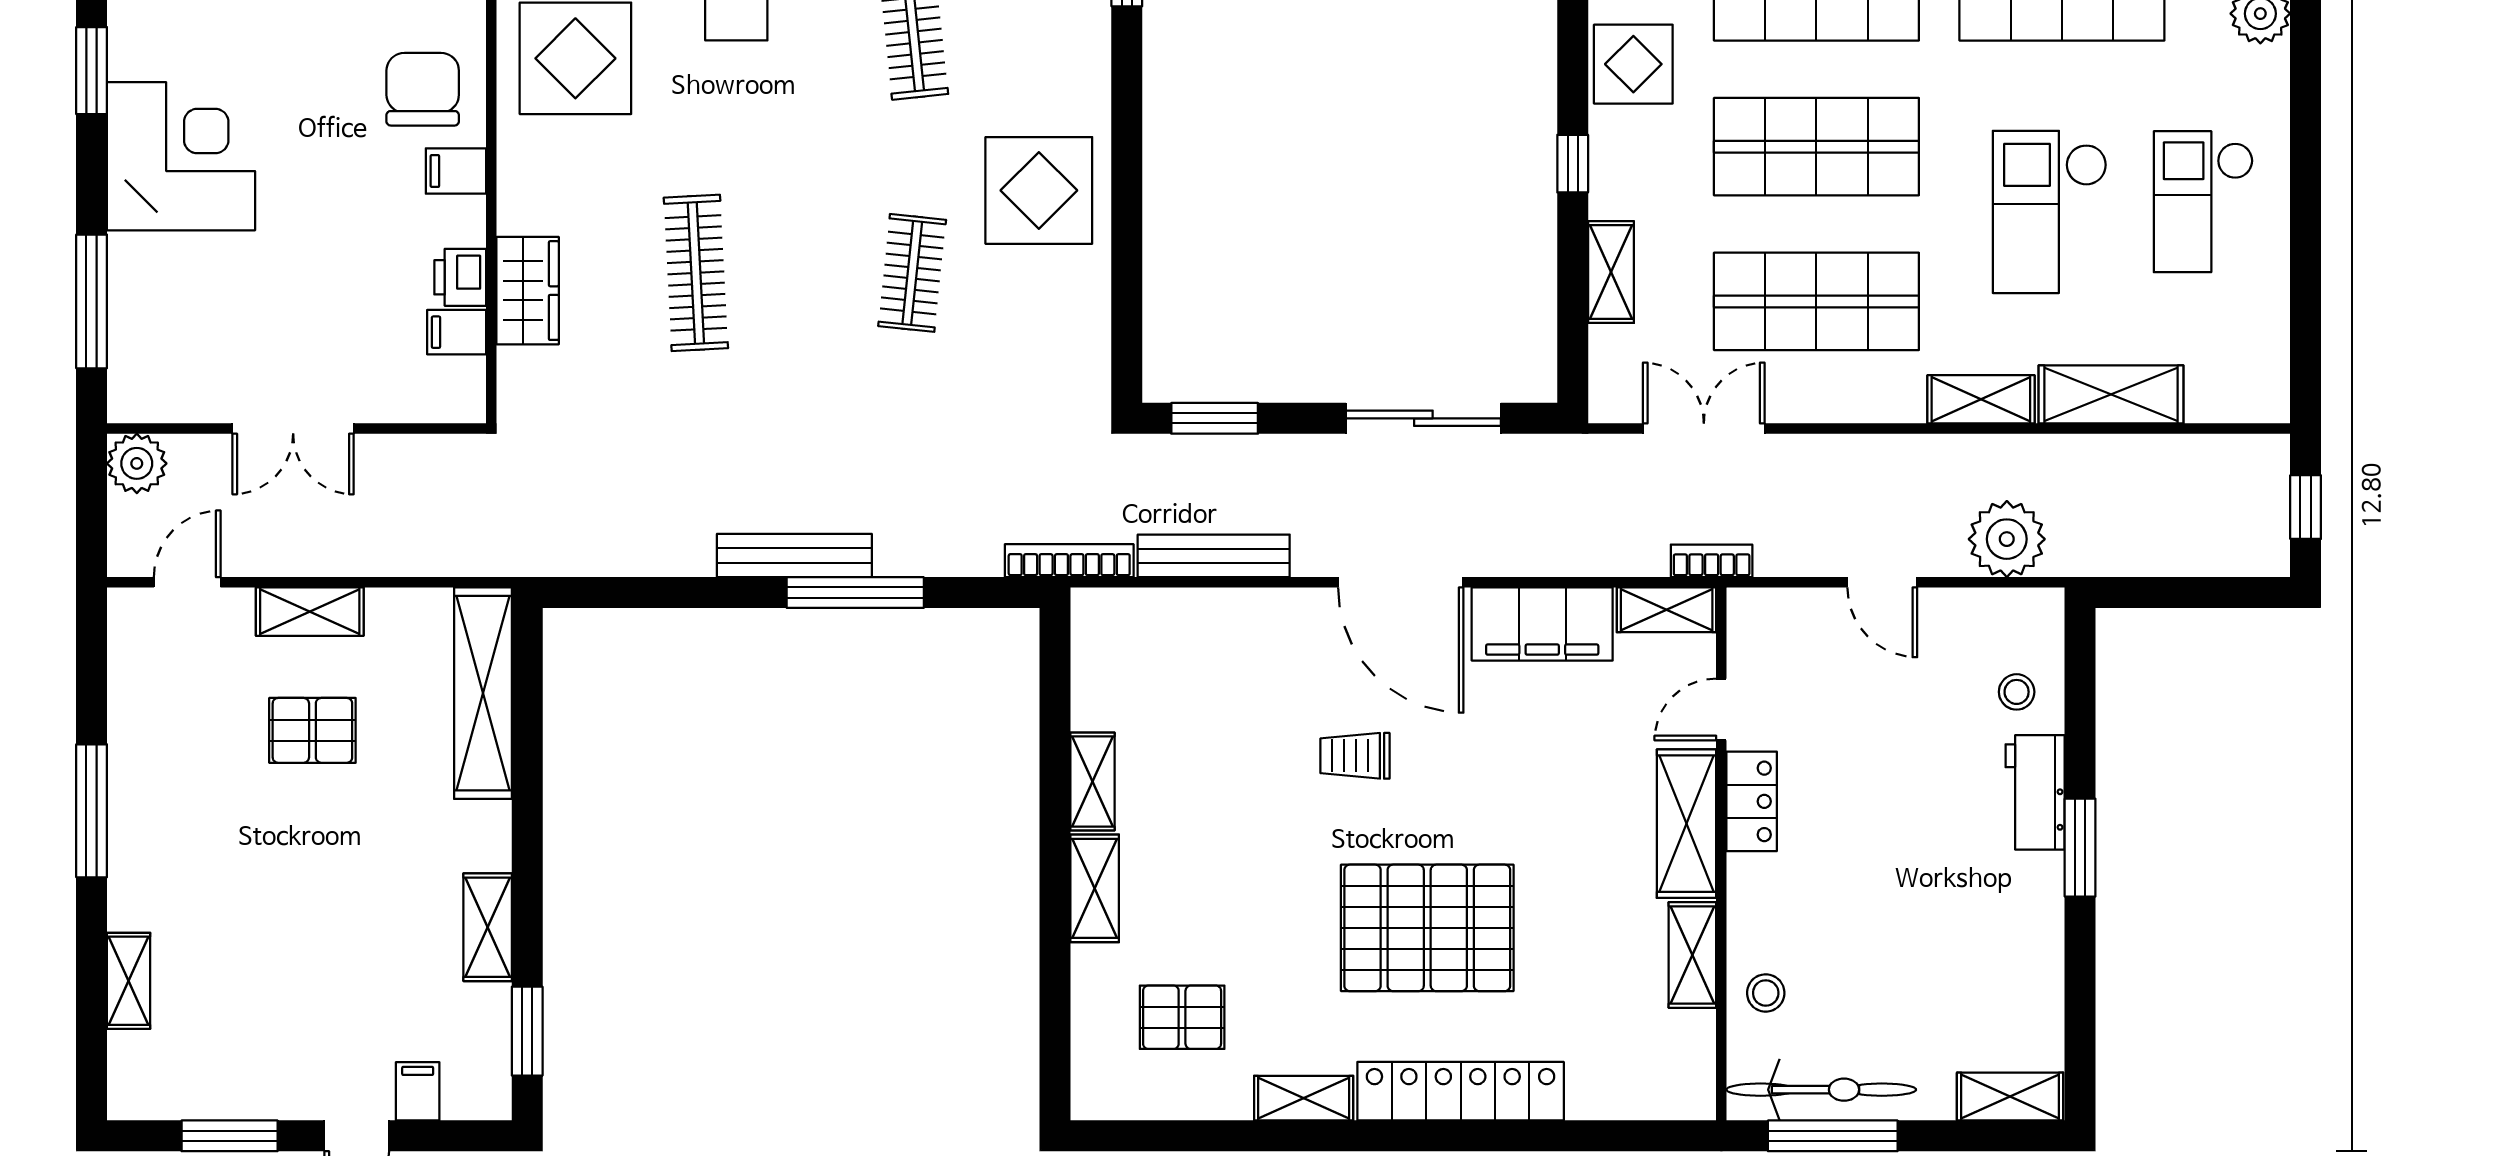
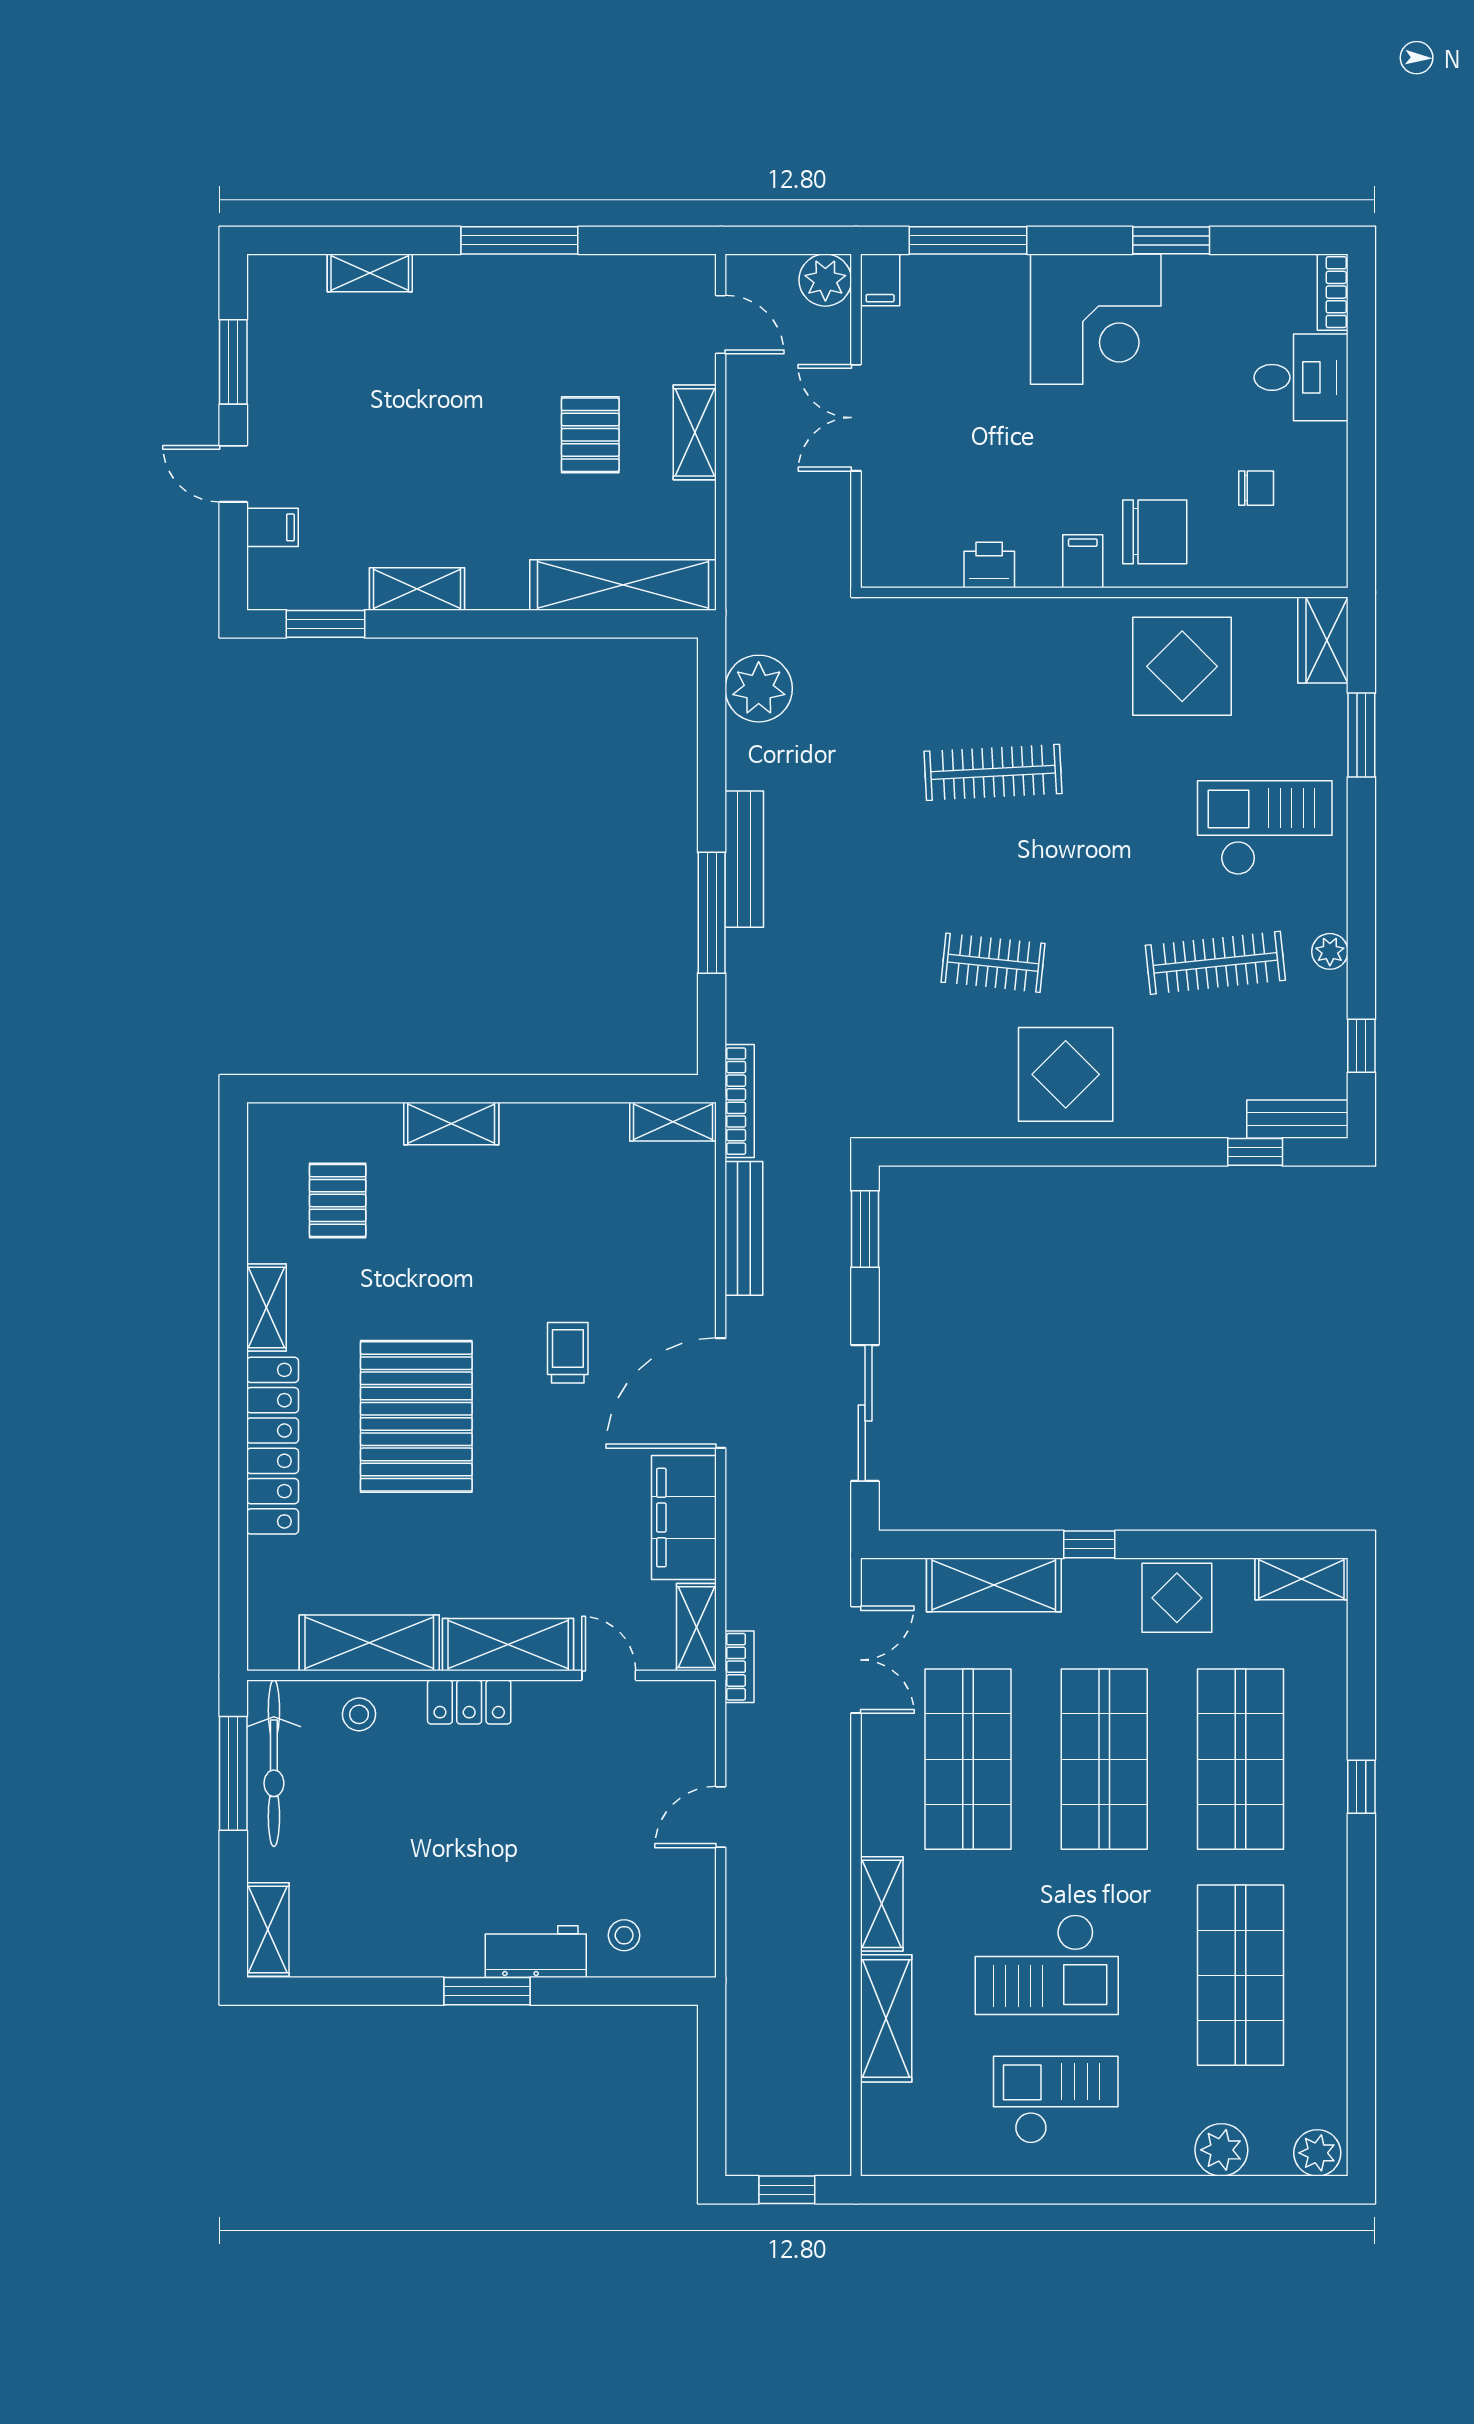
checkout: (2050, 212) -> (1047, 1965), turned 180
shelving: (1611, 272) -> (994, 1585), width x1.50, depth x1.33
wardrobe: (528, 291) -> (977, 624), removed
filing cabinet: (457, 332) -> (880, 280), moved, turned 180
plant: (2007, 539) -> (759, 689), moved
shelving: (1093, 781) -> (673, 1122), moved
locker: (1752, 801) -> (469, 1702), moved
shelving: (1692, 955) -> (369, 1643), width x1.50, depth x1.33

